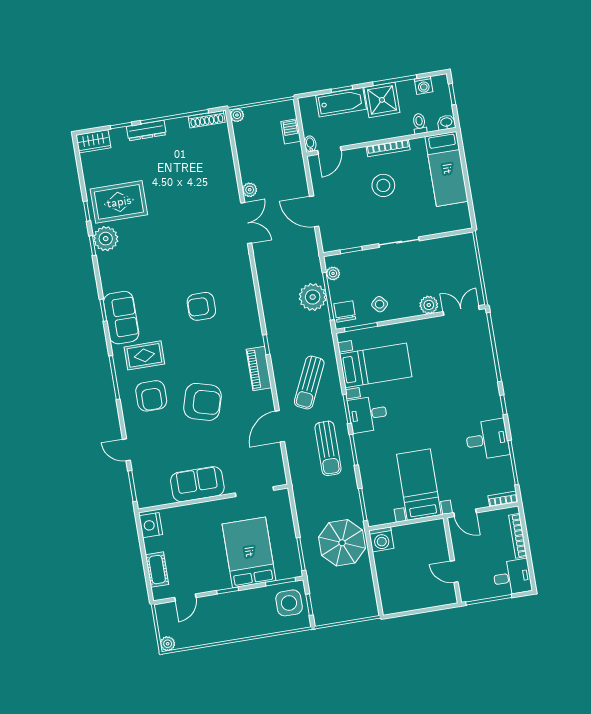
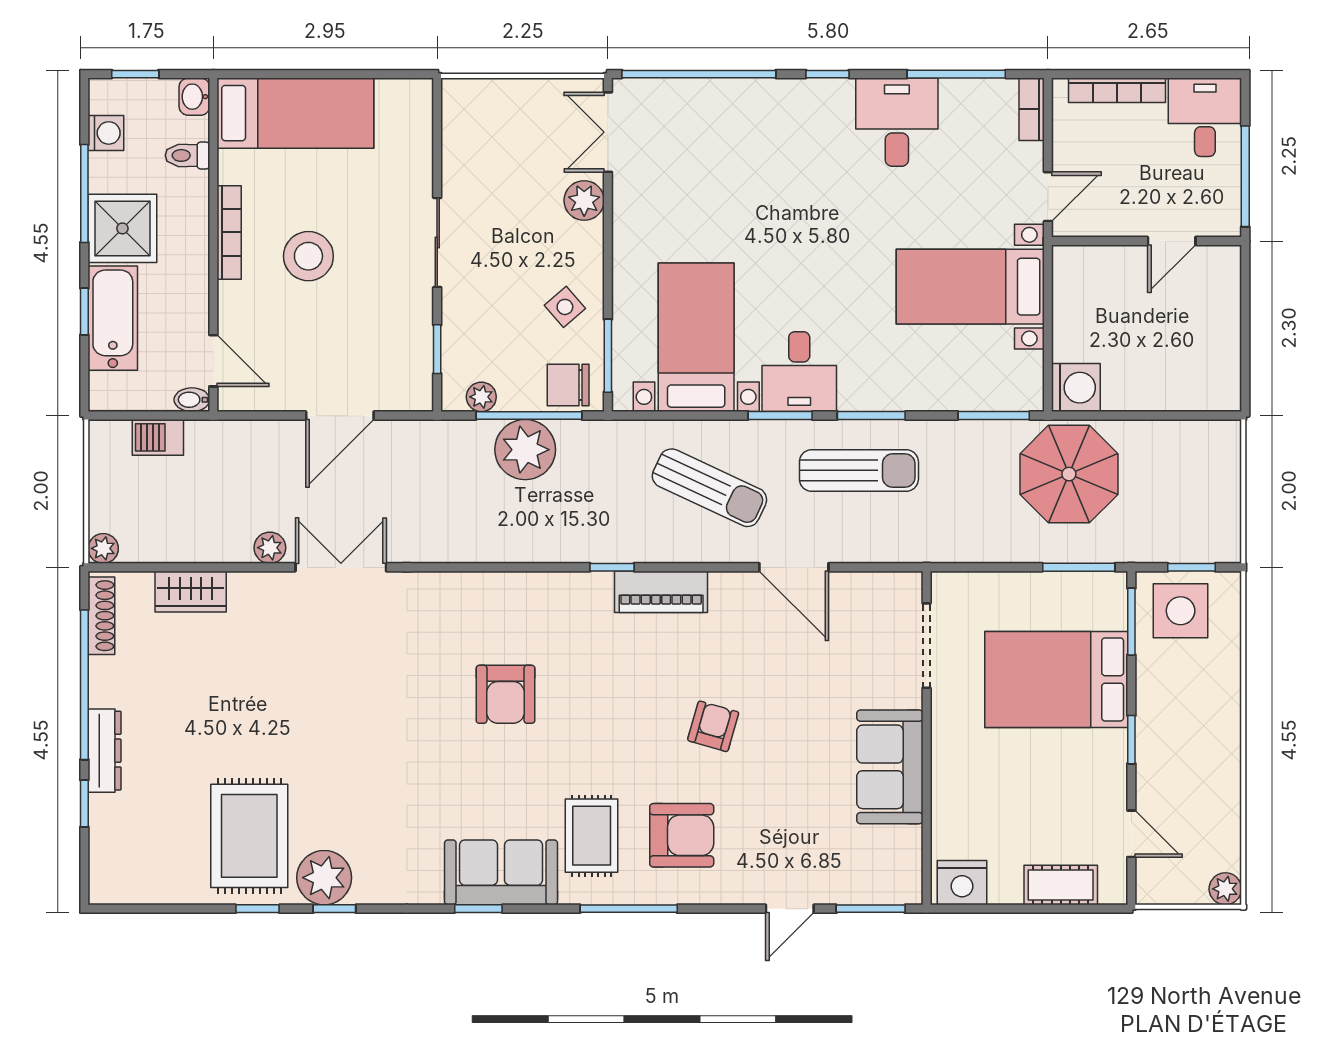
wardrobe: (93, 141) -> (191, 592), moved, turned 90
armchair: (202, 402) -> (713, 726), width x0.53, depth x0.53

